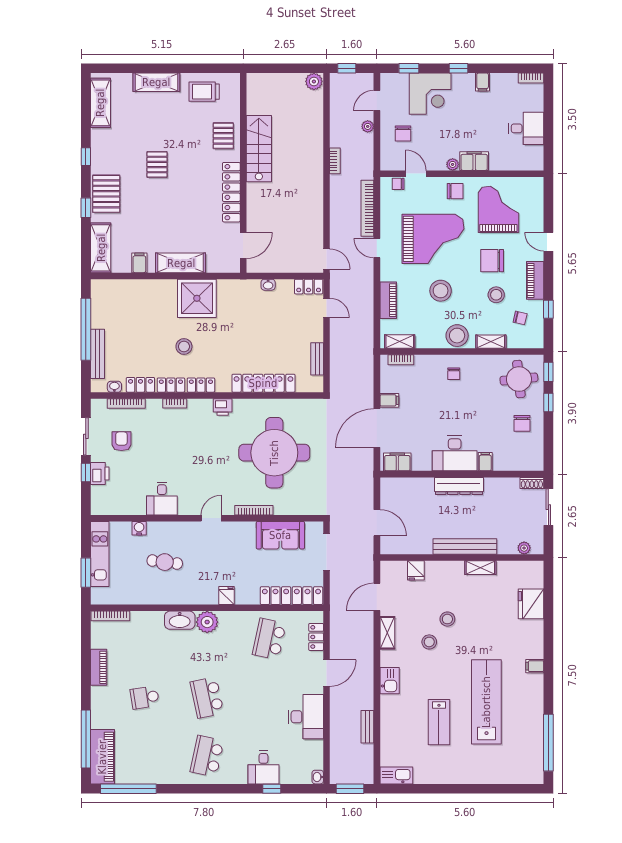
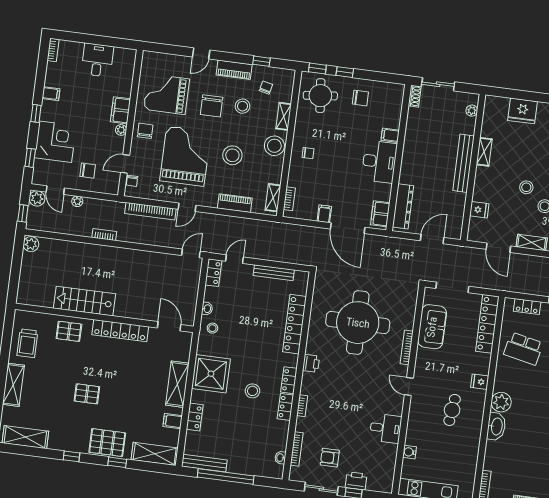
plant: (365, 82) -> (37, 198), added
stool: (247, 293) -> (212, 328), added
bench: (98, 354) -> (204, 463), moved
bench: (317, 359) -> (274, 273), width x1.36
locker: (140, 385) -> (195, 417), moved, turned 180
dresser: (459, 486) -> (403, 206), moved
cafe table: (165, 562) -> (452, 410), moved

